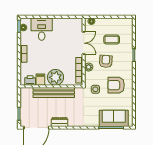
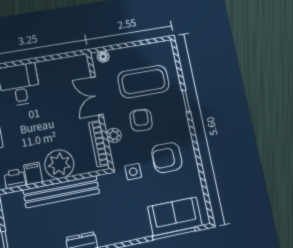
coffee table: (112, 40) -> (143, 82), width x1.86, depth x1.72
double door: (84, 43) -> (97, 96), swing flipped

